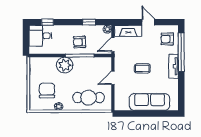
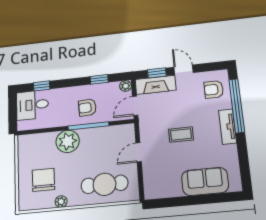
window: (130, 22) -> (157, 73), added
sofa: (150, 102) -> (205, 181), width x0.73

